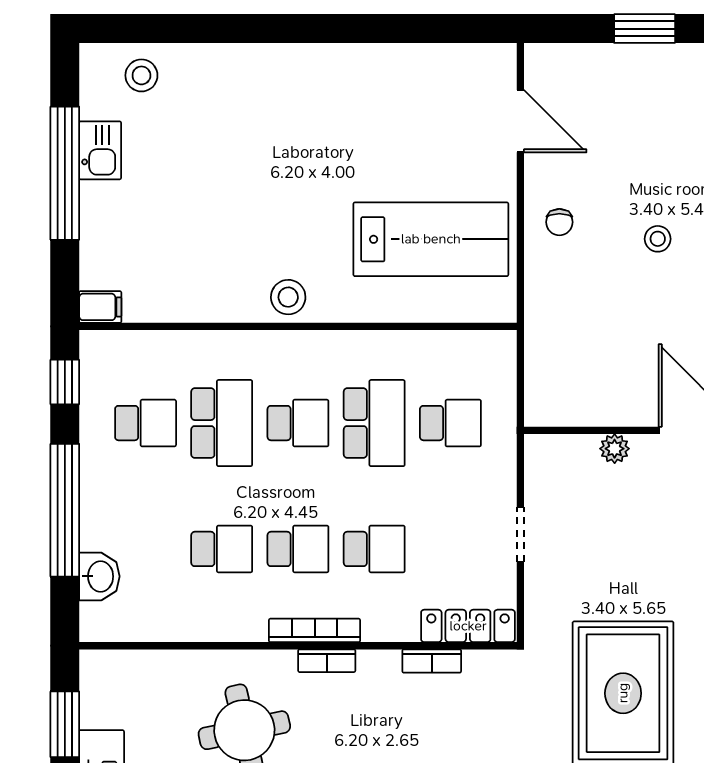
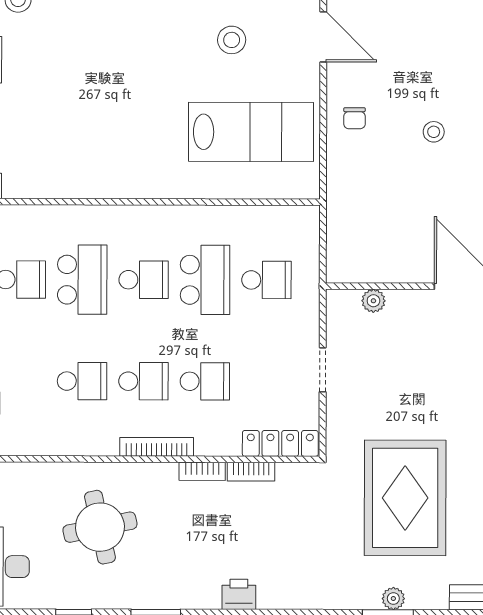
stool: (288, 297) -> (232, 40), moved
plant: (615, 449) -> (373, 301), moved
bookcase: (327, 661) -> (202, 471), moved

